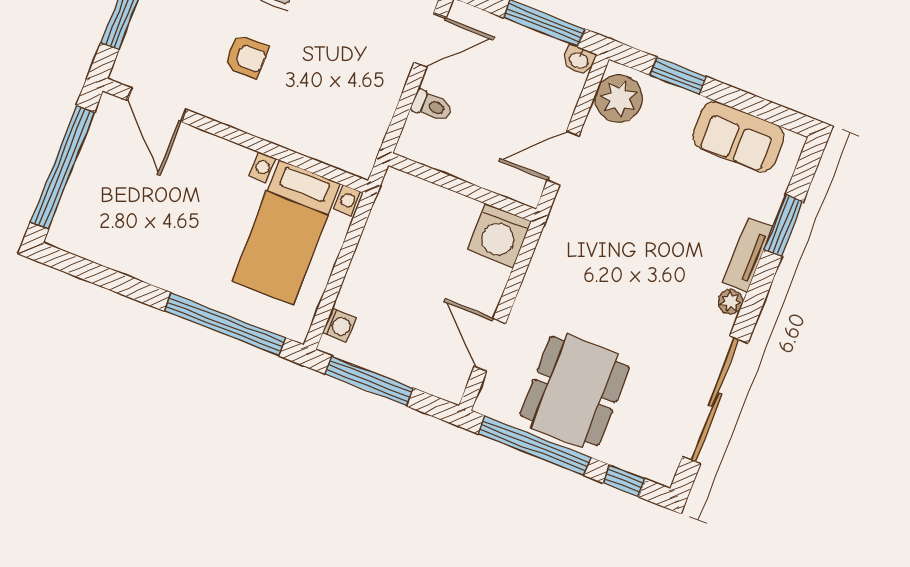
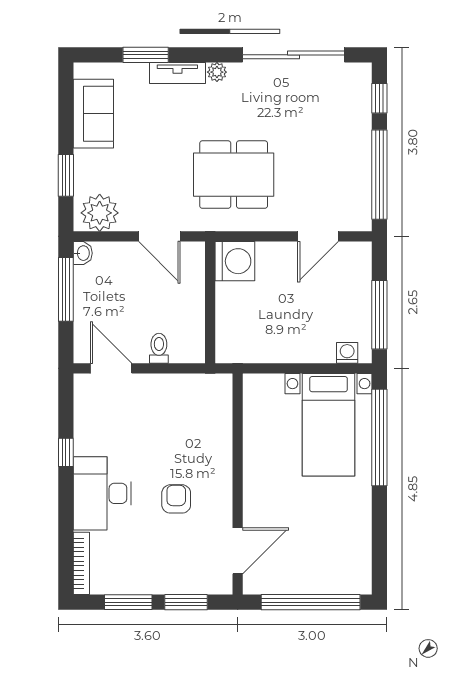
bed with nightstands: (286, 232) -> (329, 425), moved, turned 90
dining table: (575, 391) -> (234, 175), moved

